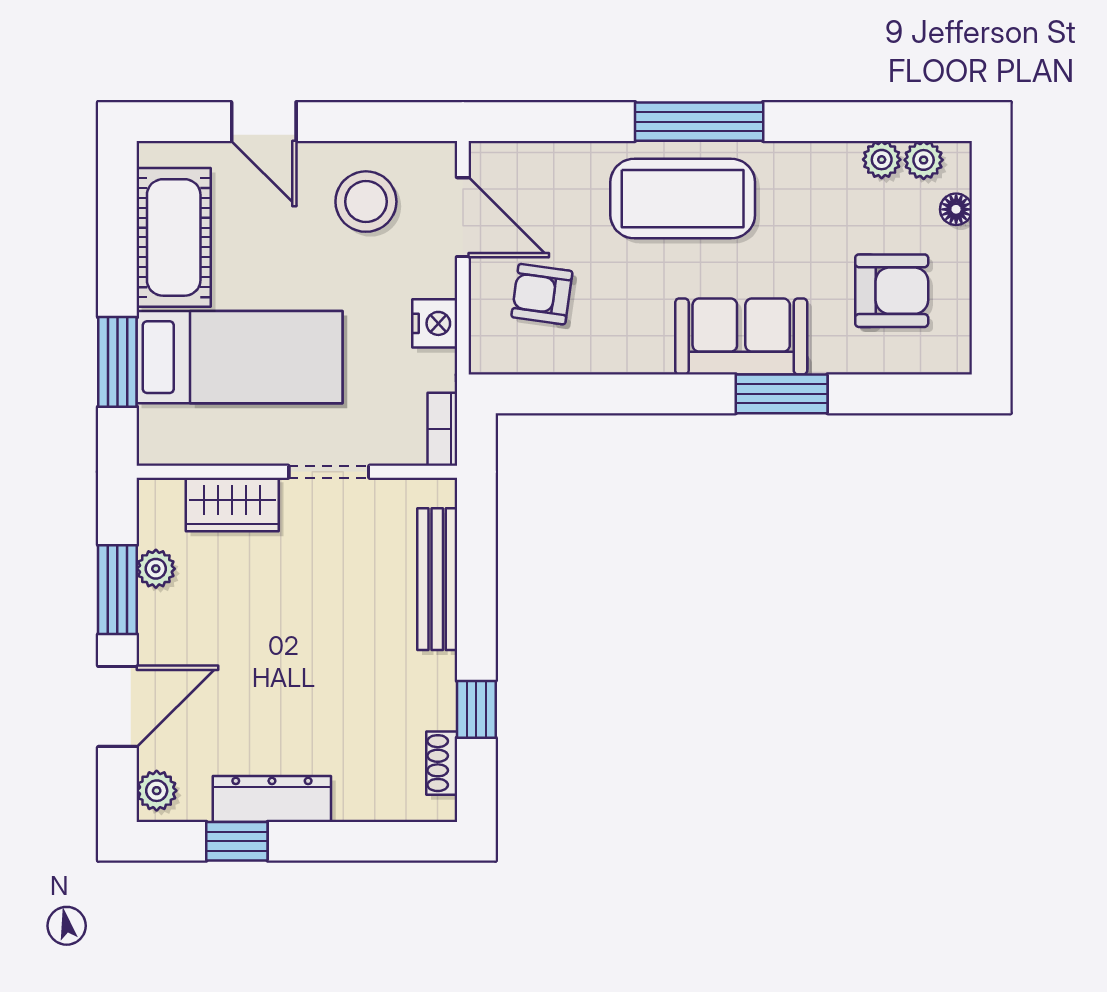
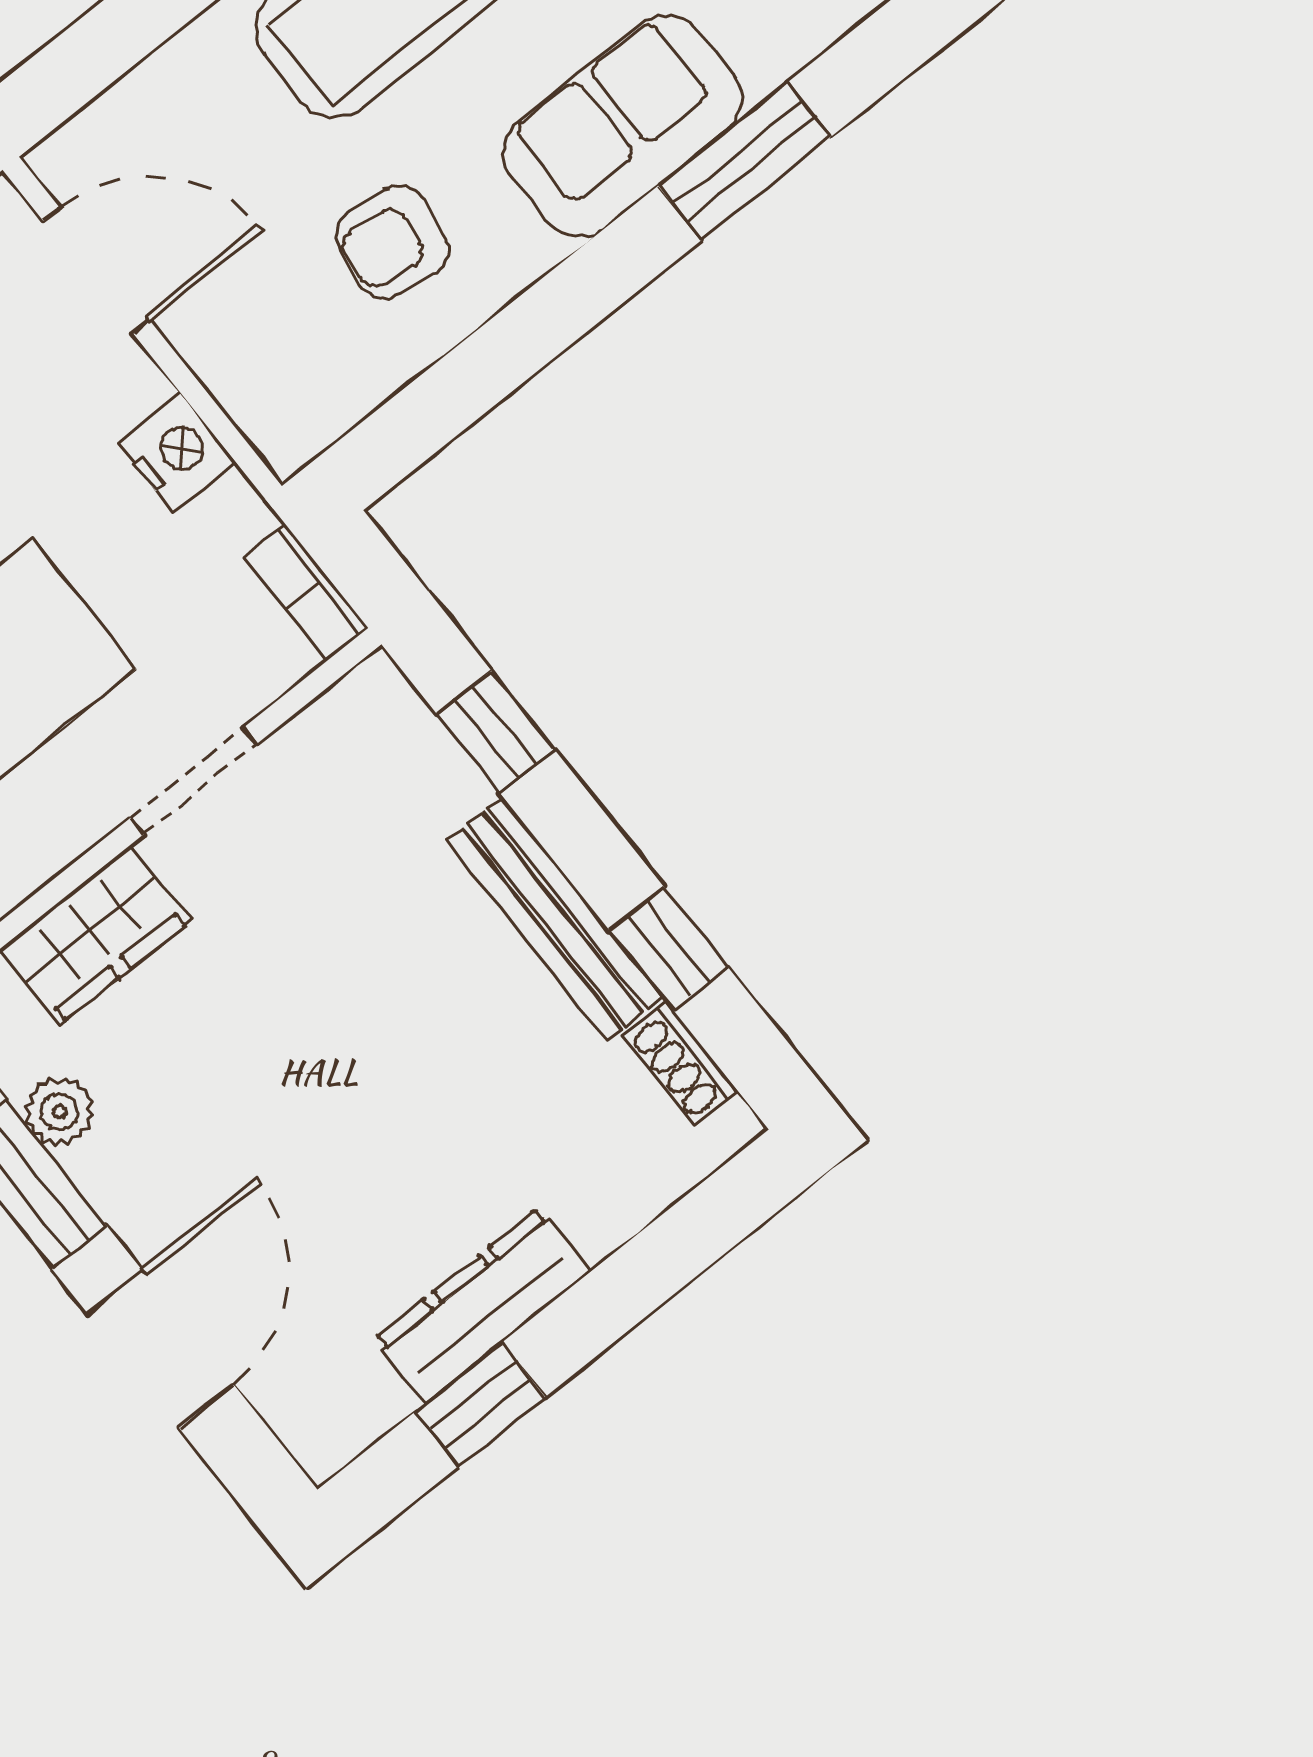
armchair: (542, 294) -> (393, 242), moved
window: (476, 555) -> (496, 732), added
bench: (437, 579) -> (555, 919), moved
plant: (157, 791) -> (310, 1423), removed

